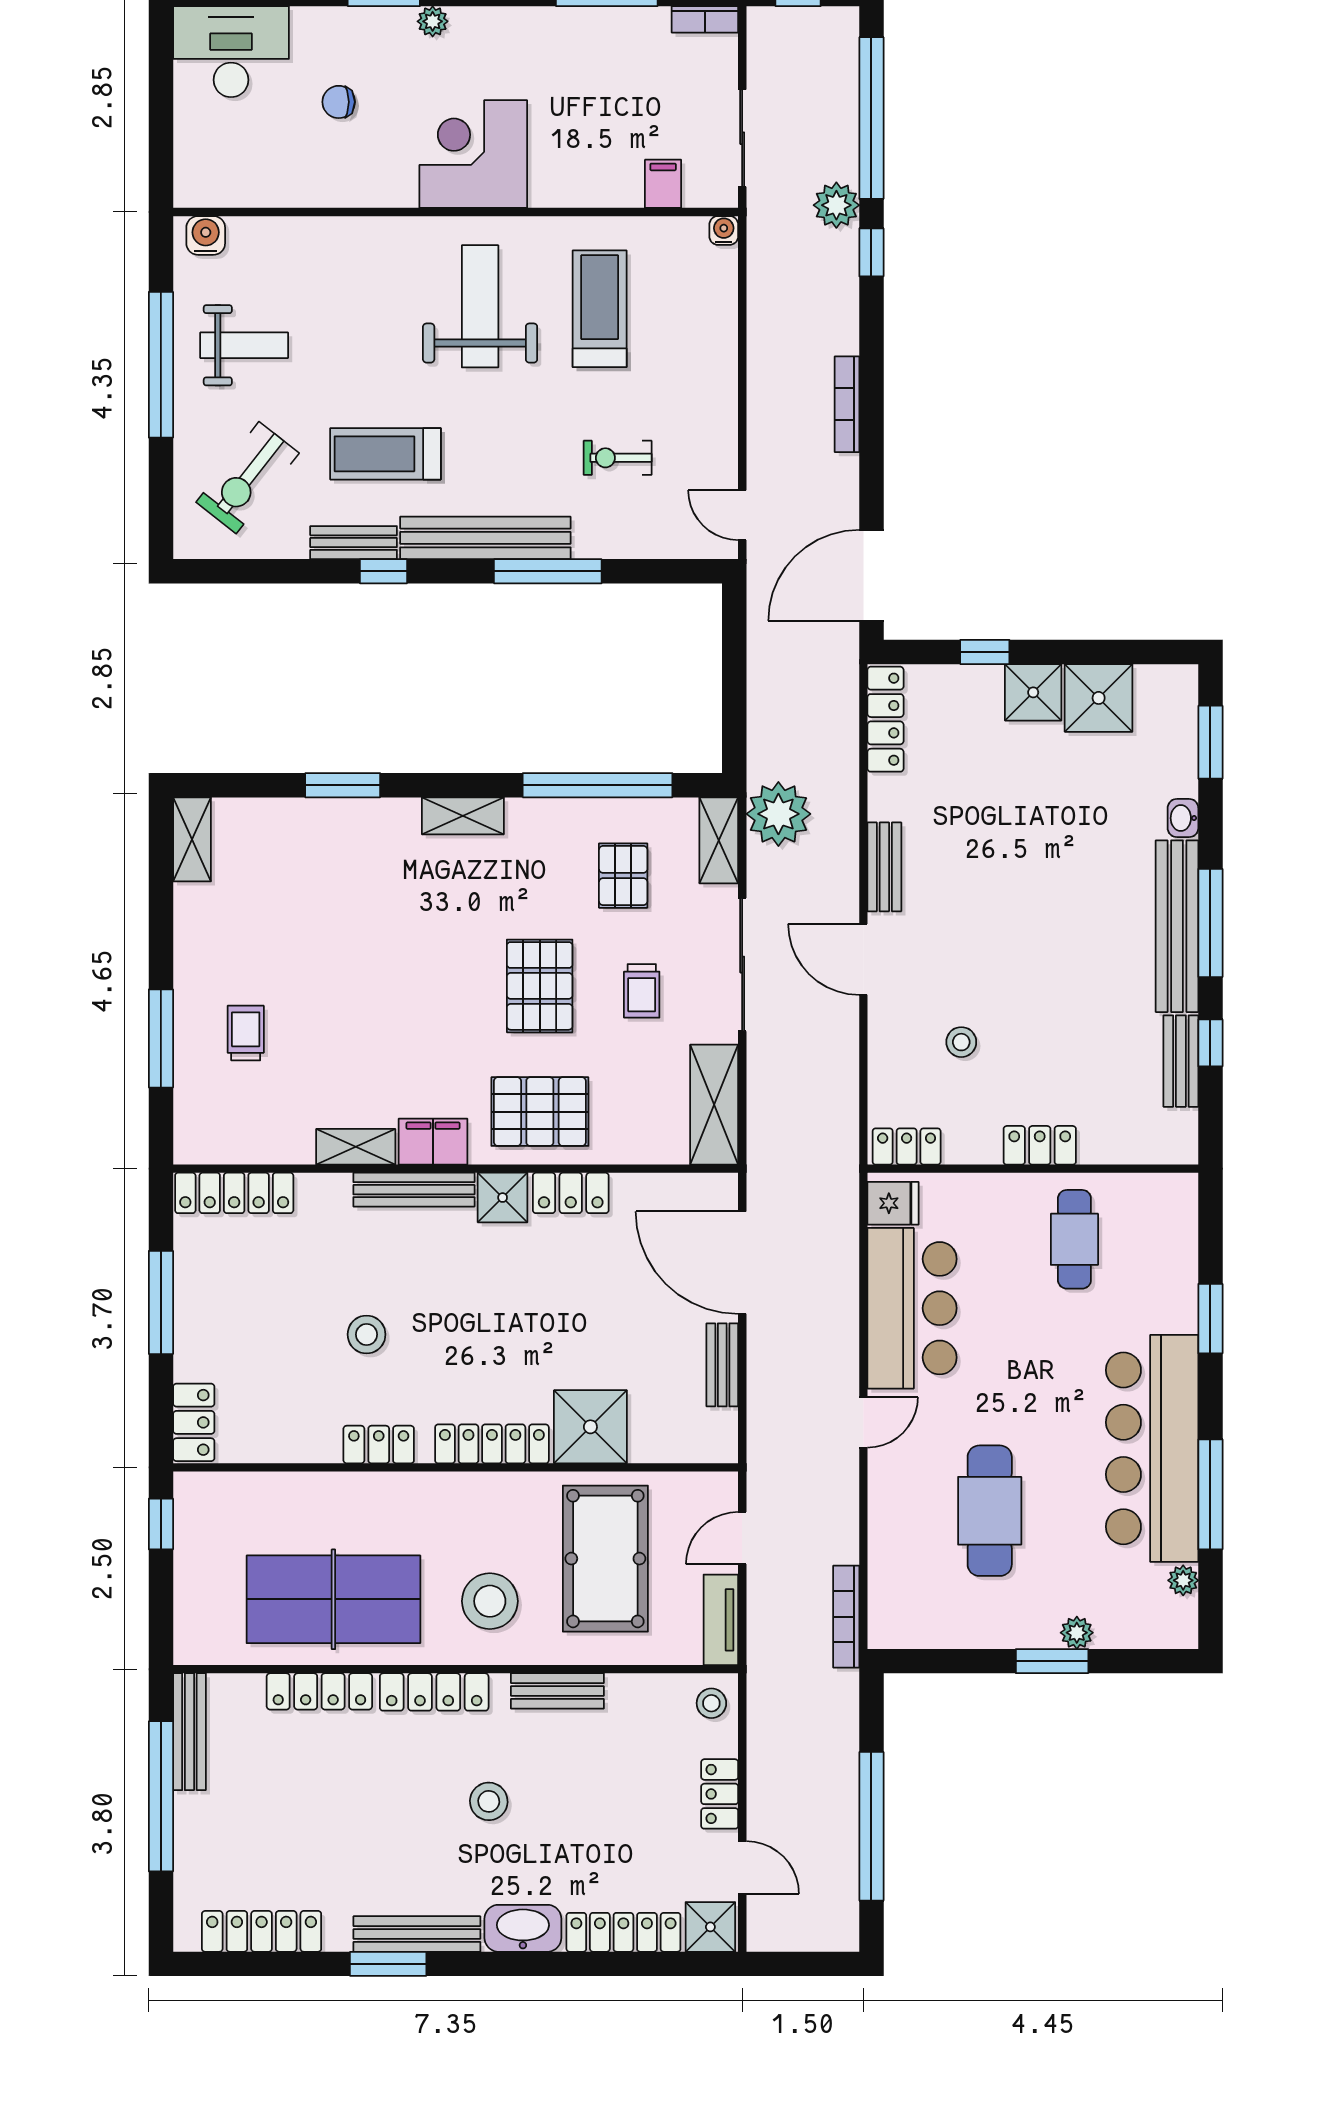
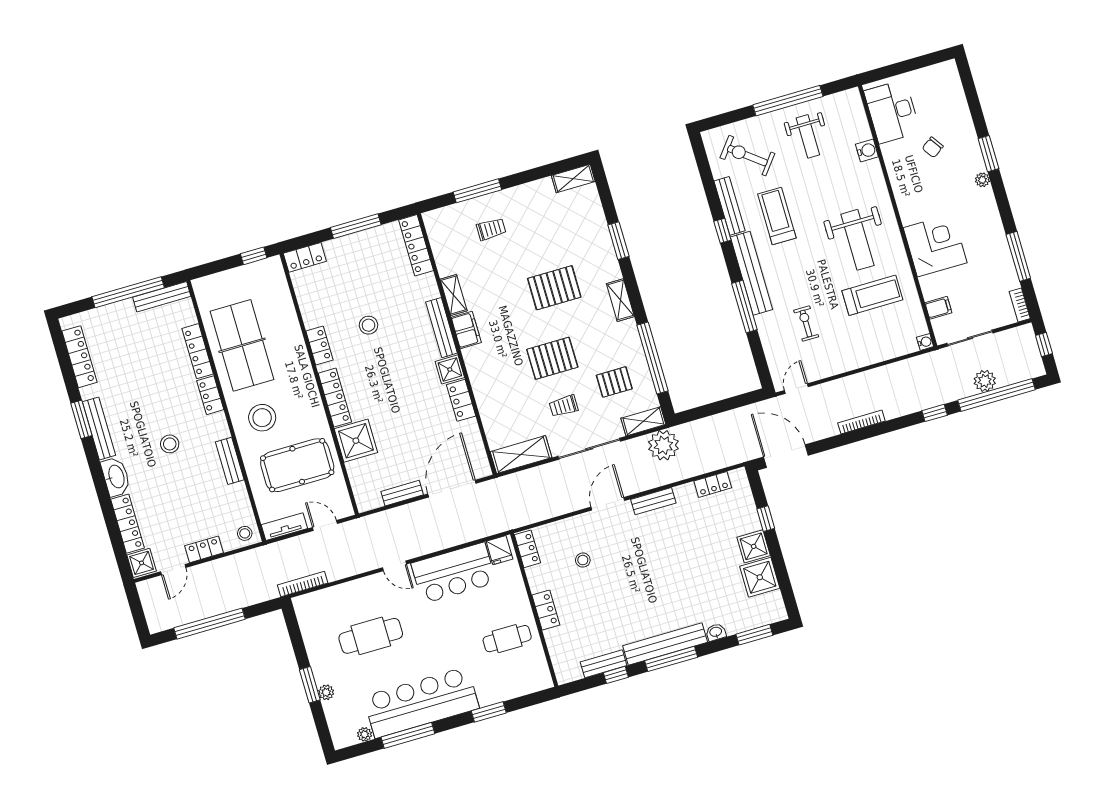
desk: (231, 52) -> (892, 112), moved, turned 180
chair: (339, 102) -> (933, 147), turned -125
corner desk: (473, 154) -> (935, 245), moved
plant: (836, 205) -> (985, 381), moved
water cooler: (206, 235) -> (867, 150), moved
weight bench: (480, 306) -> (857, 240), turned 90
bench: (354, 543) -> (730, 206), width x1.36
locker: (885, 719) -> (713, 484), width x0.66
pallet: (540, 1112) -> (554, 288), moved, turned 90
locker: (434, 1692) -> (210, 395), width x0.66

